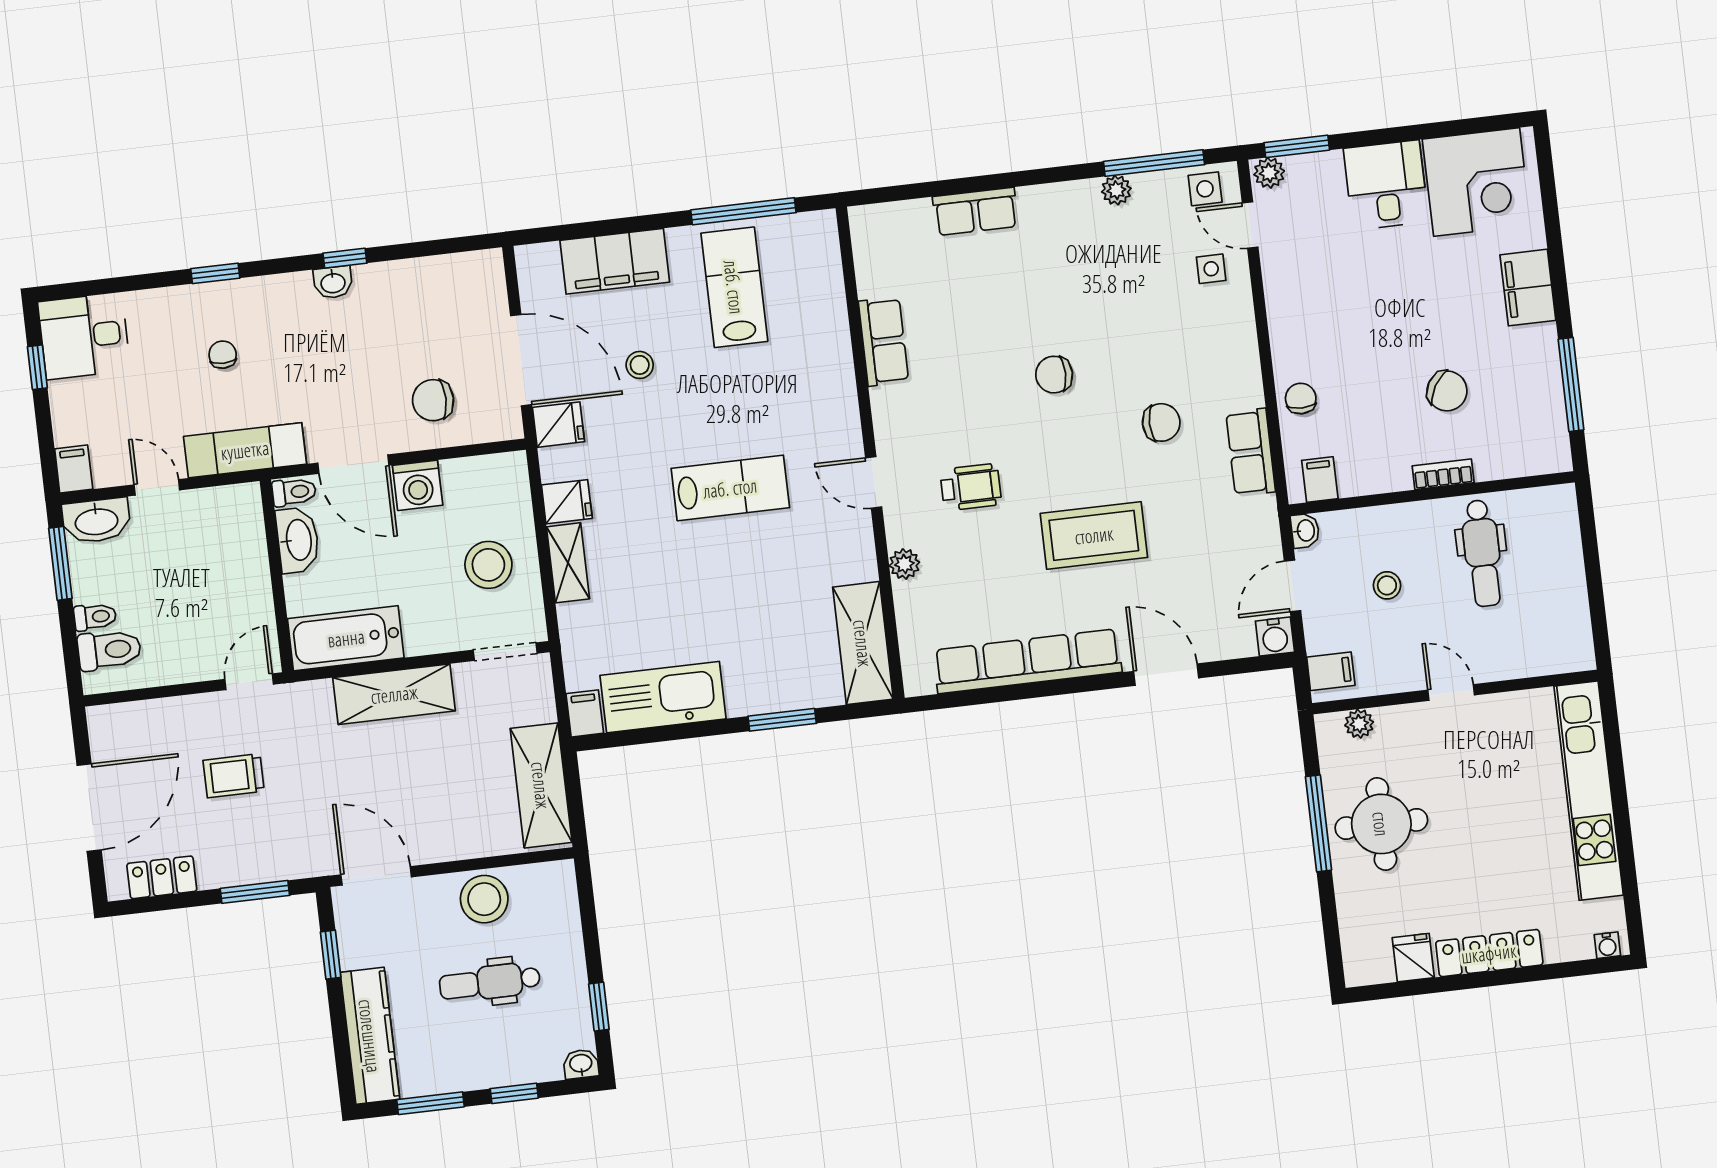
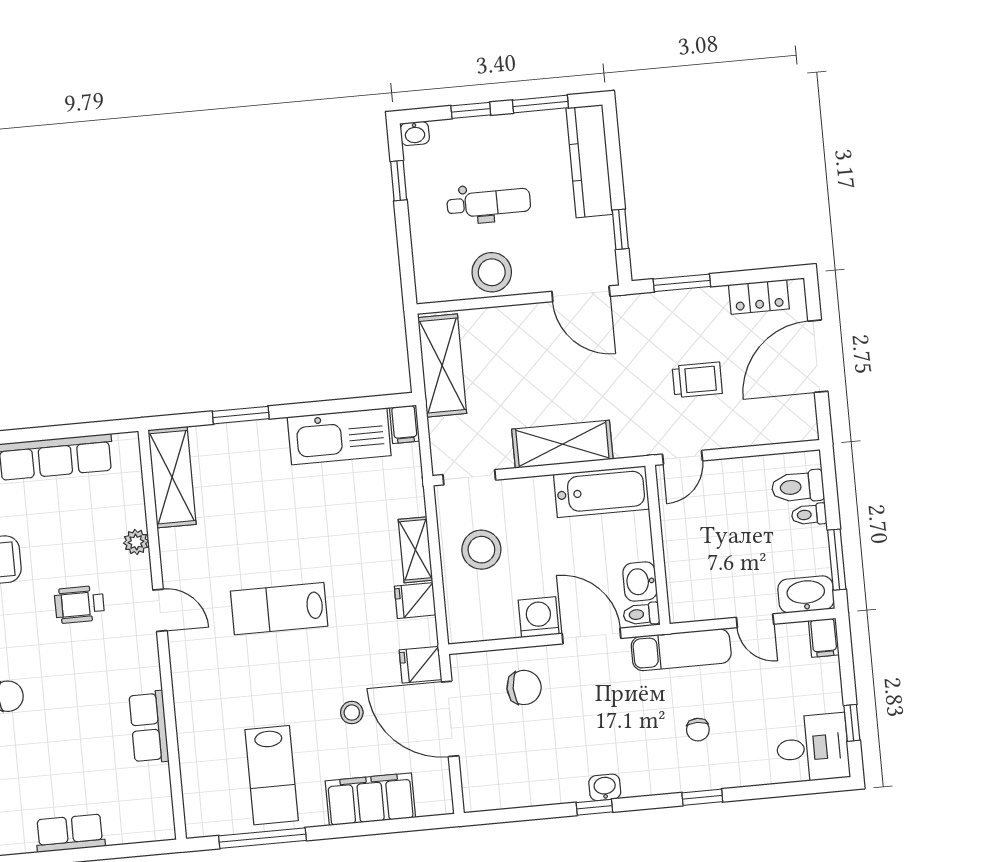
washbasin: (298, 540) -> (640, 582), width x0.72

